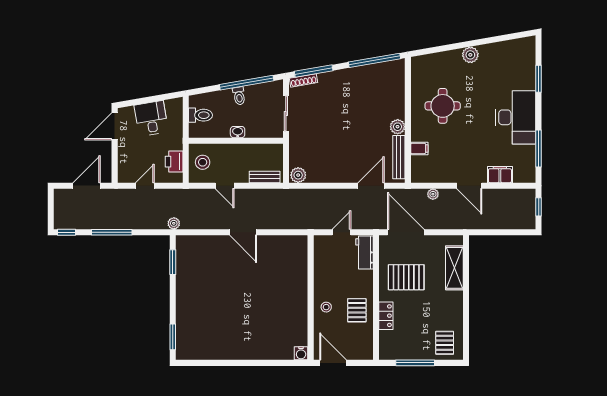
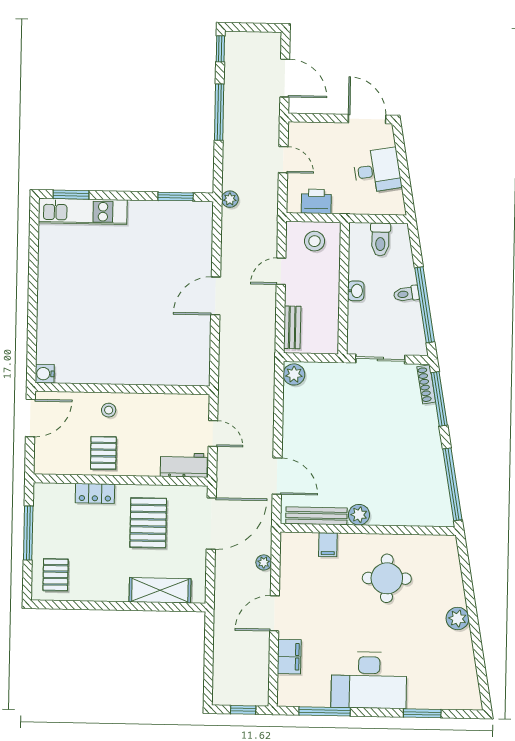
pallet: (357, 310) -> (103, 453), turned 90
kitchen unit: (185, 328) -> (83, 211), added
pallet: (445, 343) -> (56, 575), turned 90

